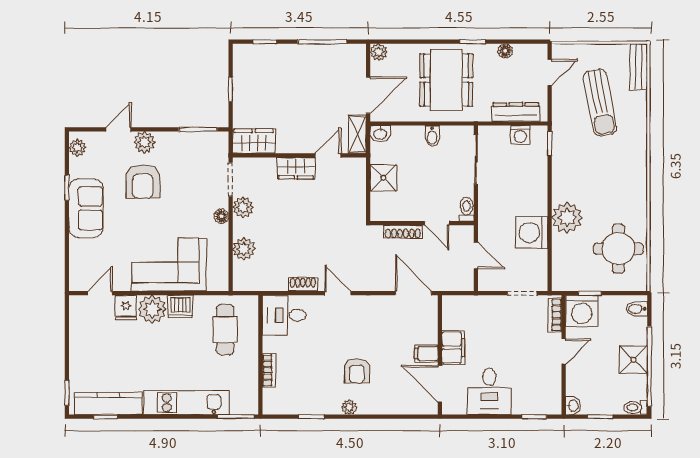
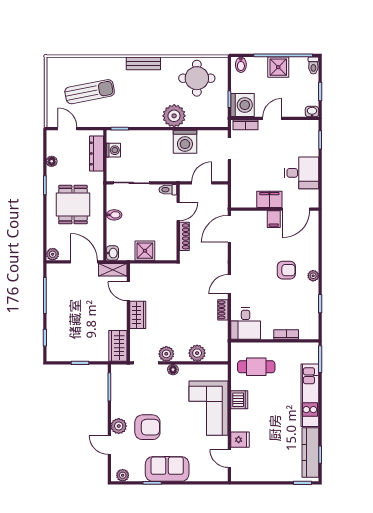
bench: (639, 67) -> (143, 63), moved
dining table: (446, 80) -> (73, 205), width x0.73
plant: (152, 309) -> (241, 420), removed
door: (564, 351) -> (272, 118), hinge flipped

